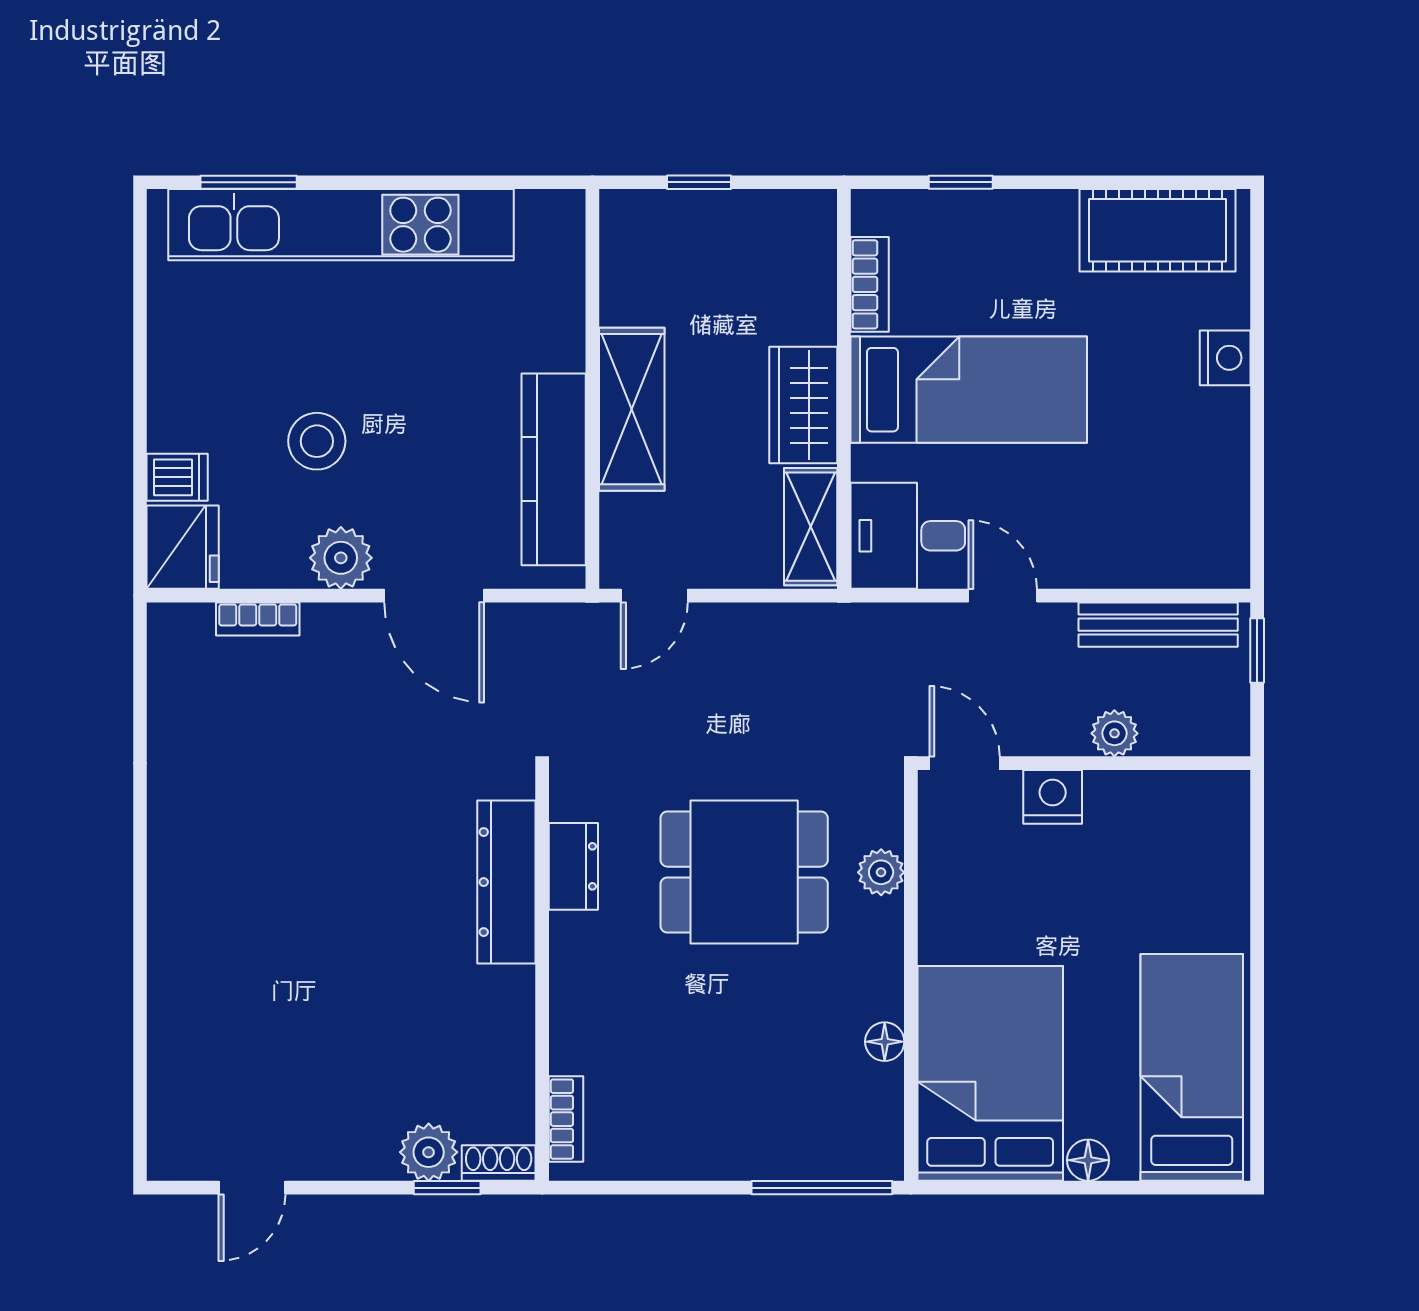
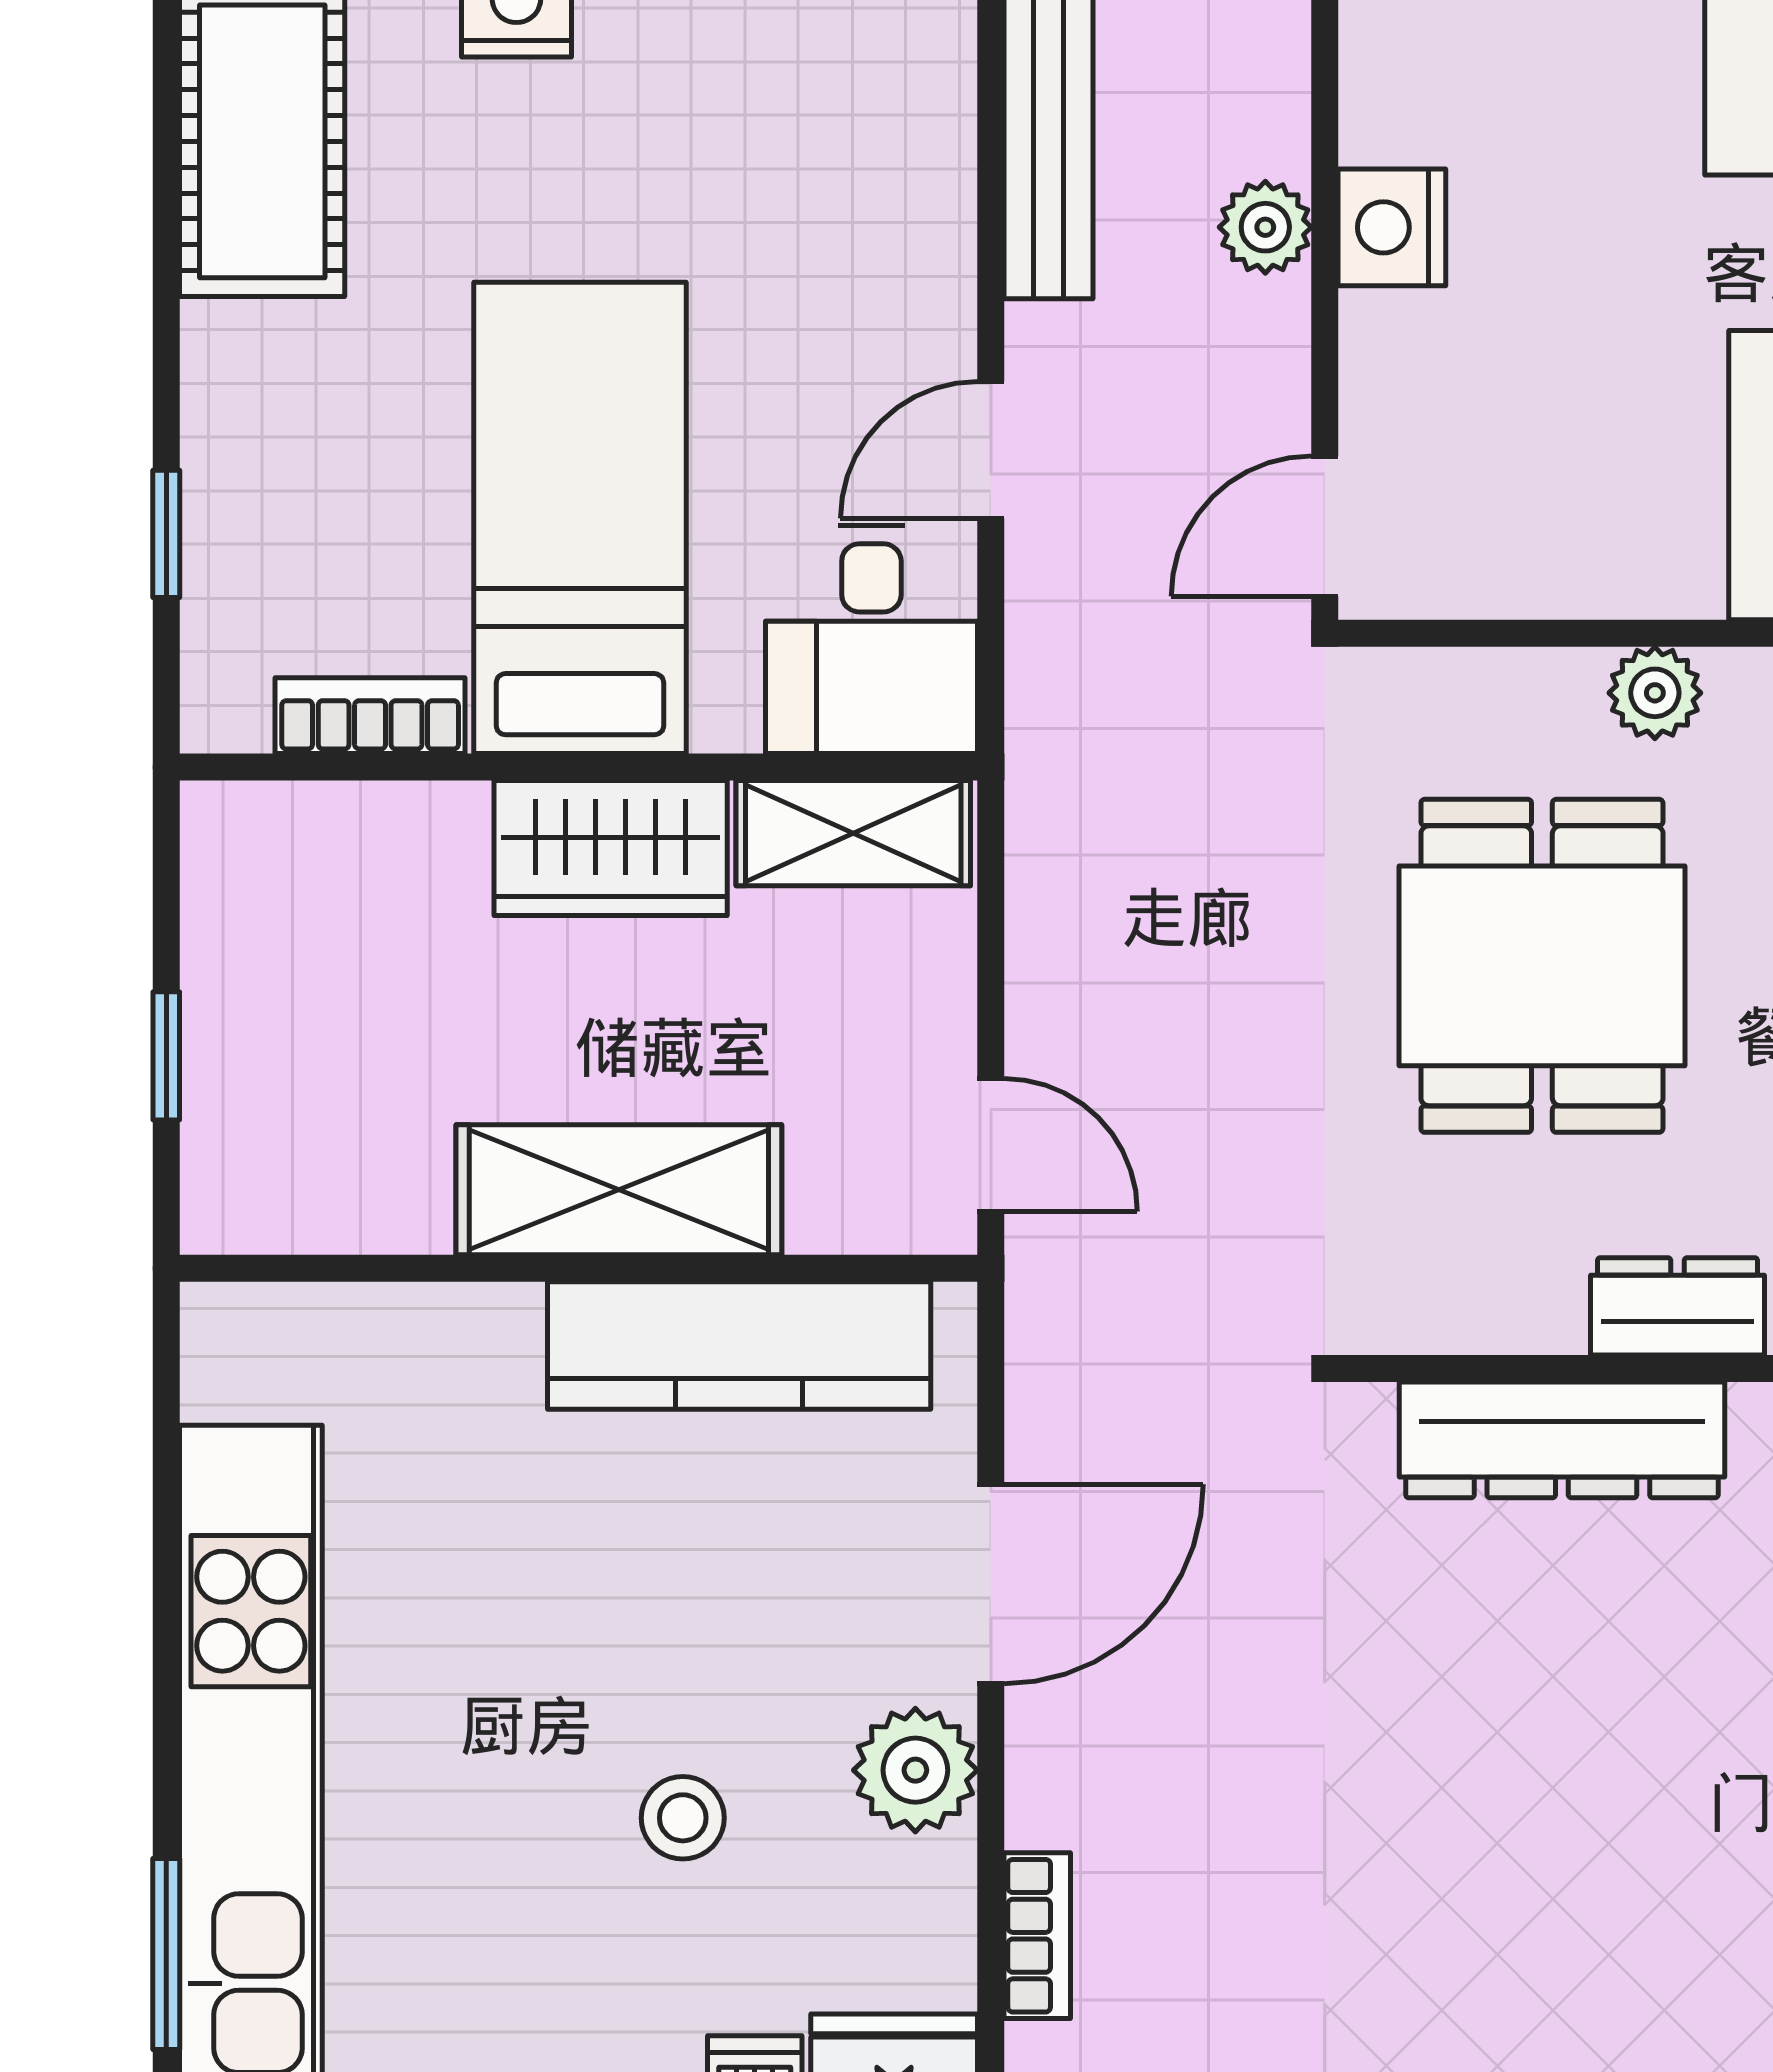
stool: (317, 441) -> (683, 1818), width x0.73, depth x0.73
nightstand: (1053, 797) -> (1392, 227), moved
dresser: (573, 866) -> (1677, 1306), moved
plant: (881, 872) -> (1655, 693), moved

